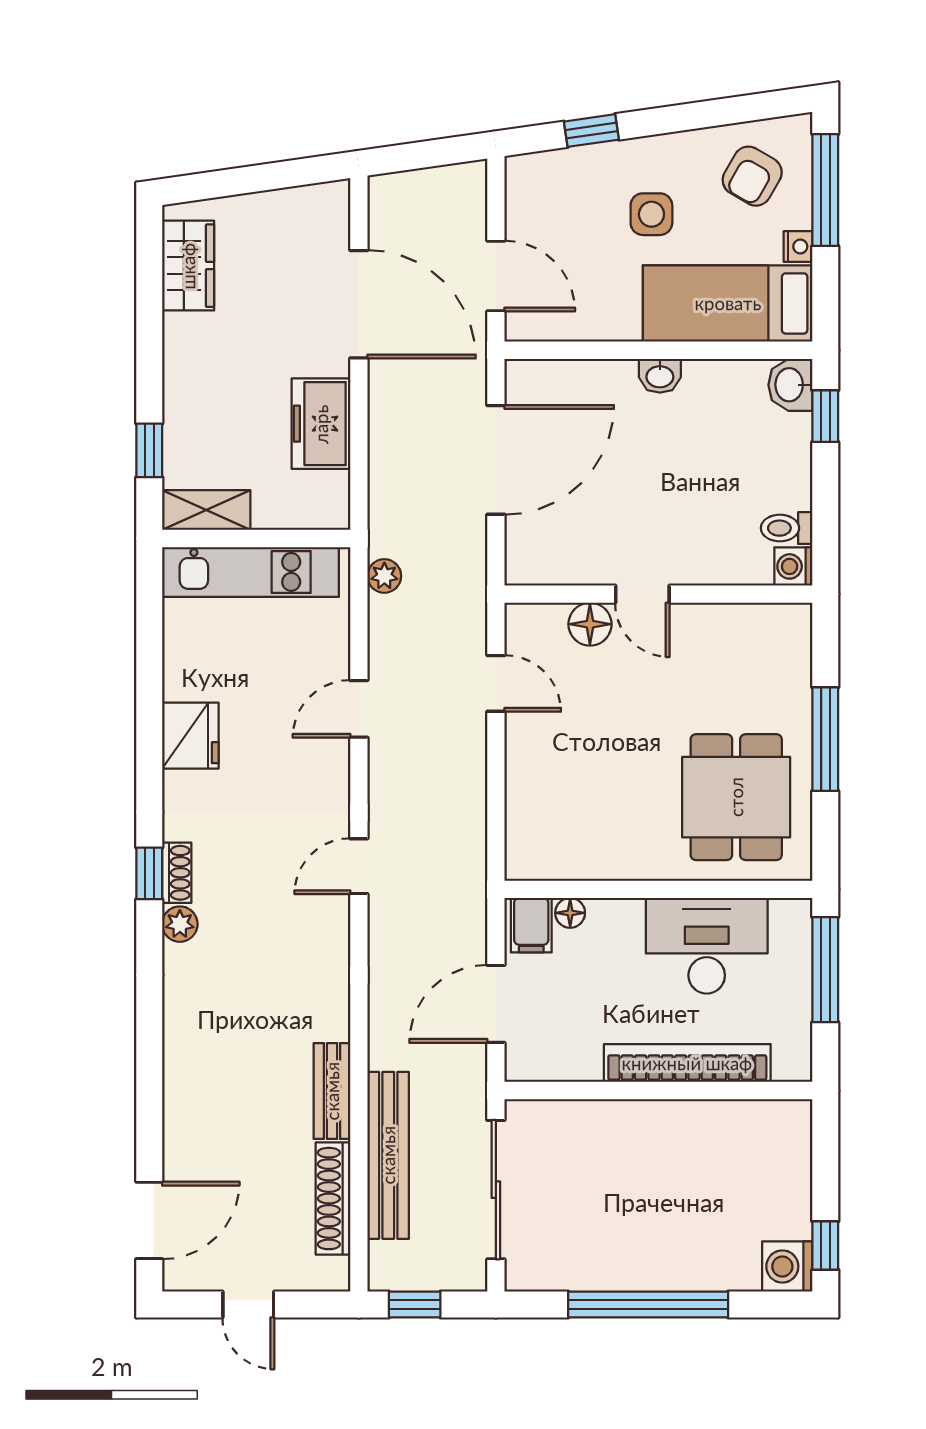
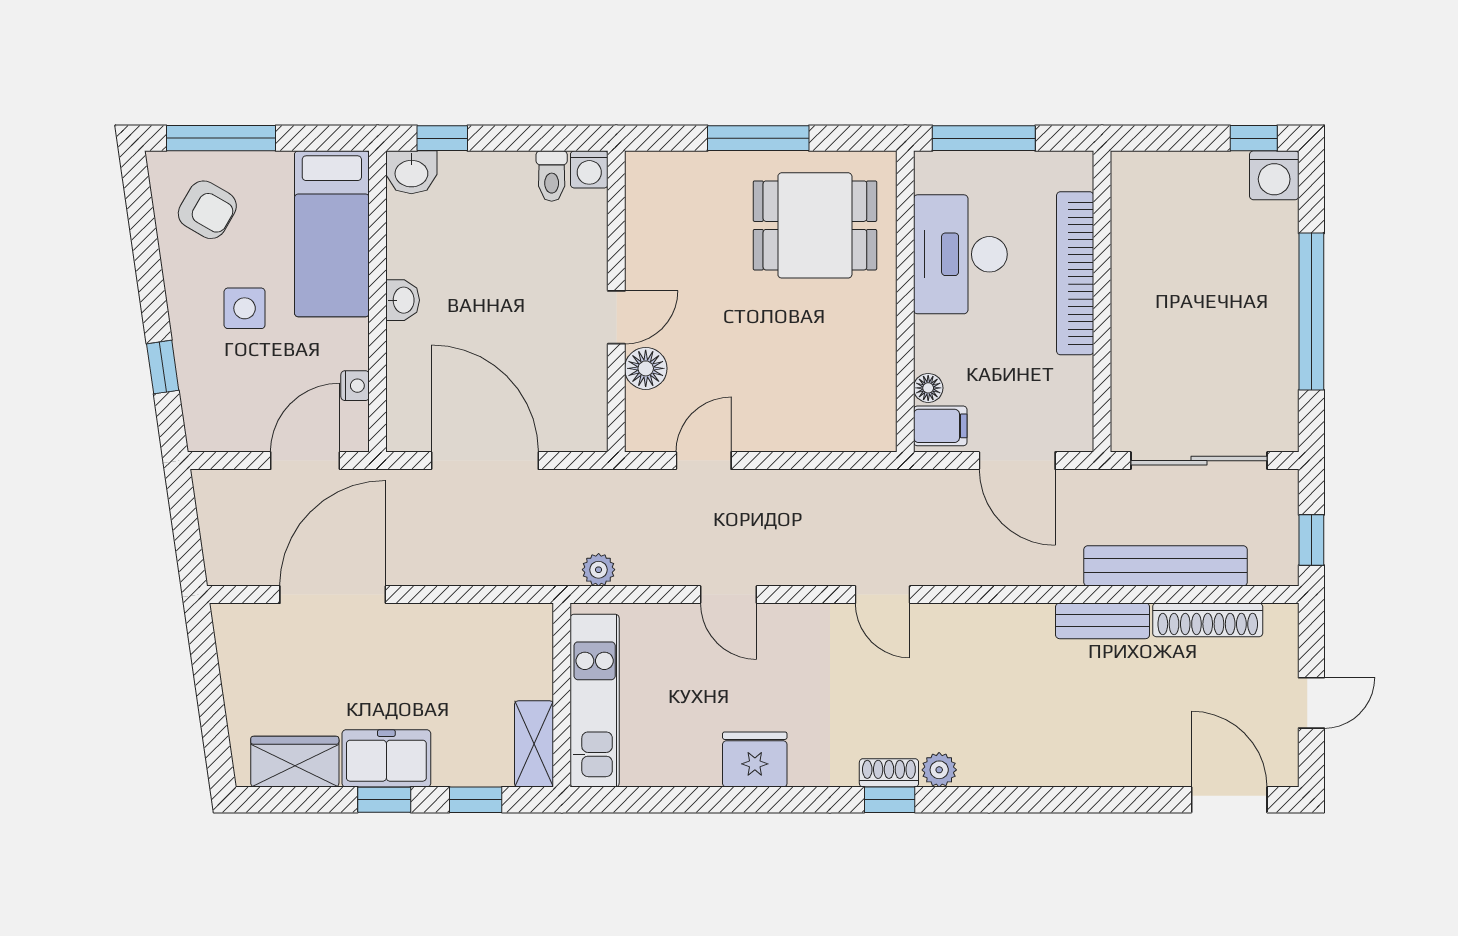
nightstand: (798, 247) -> (355, 386), moved, turned 90
window: (149, 357) -> (384, 800), added
freezer: (321, 424) -> (386, 758), moved, turned 180

